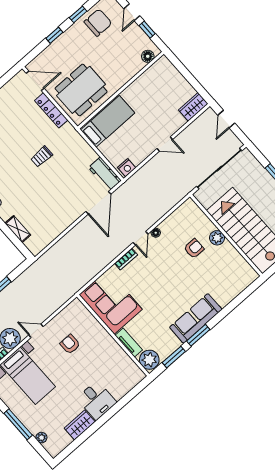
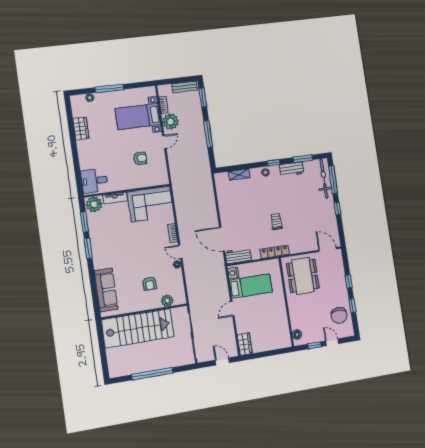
door: (35, 81) -> (328, 250), swing flipped
locker: (51, 110) -> (275, 252), moved
bed: (108, 121) -> (251, 286), moved, turned -90
plant: (217, 238) -> (167, 301), moved
sofa: (196, 318) -> (106, 290), moved
desk: (97, 400) -> (94, 181), moved

